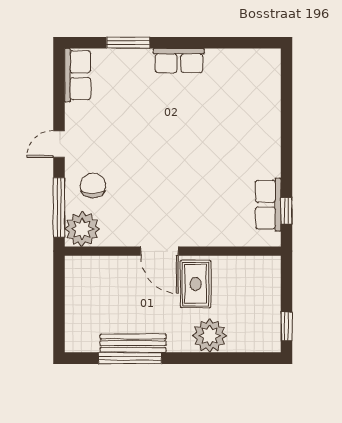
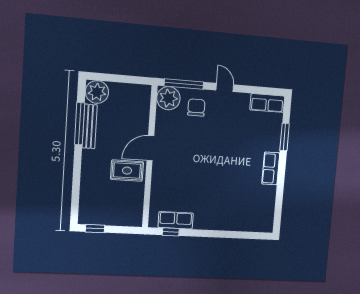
chair: (93, 186) -> (196, 108), turned -90
plant: (210, 336) -> (97, 92), moved

